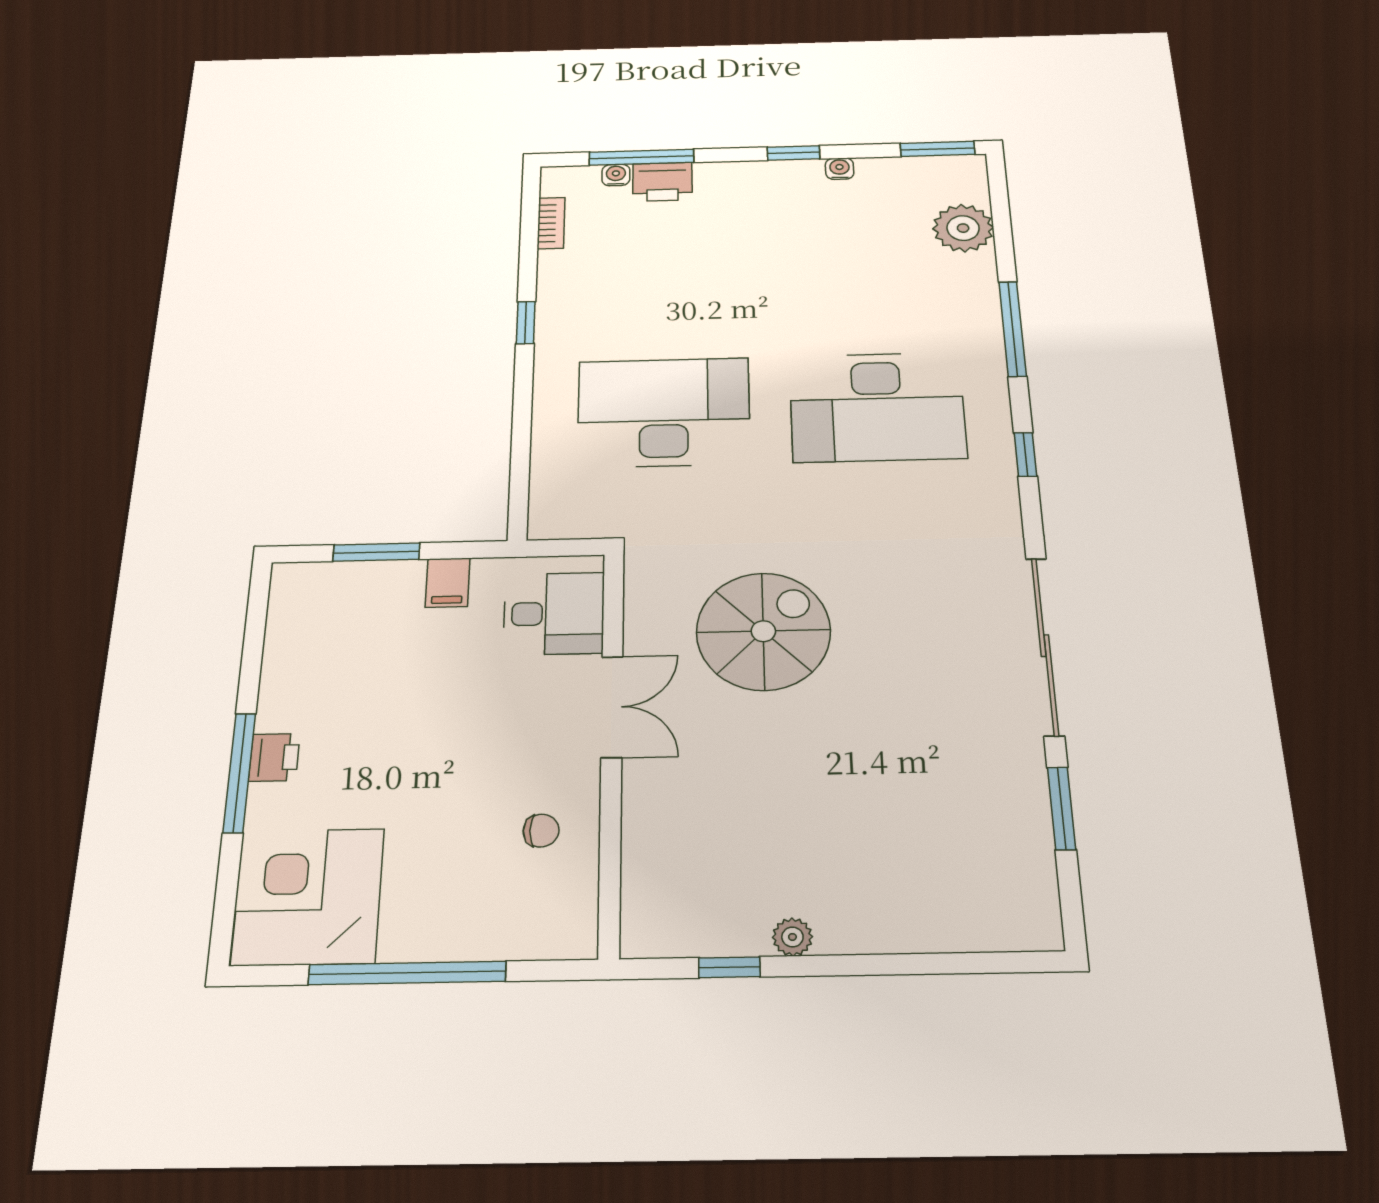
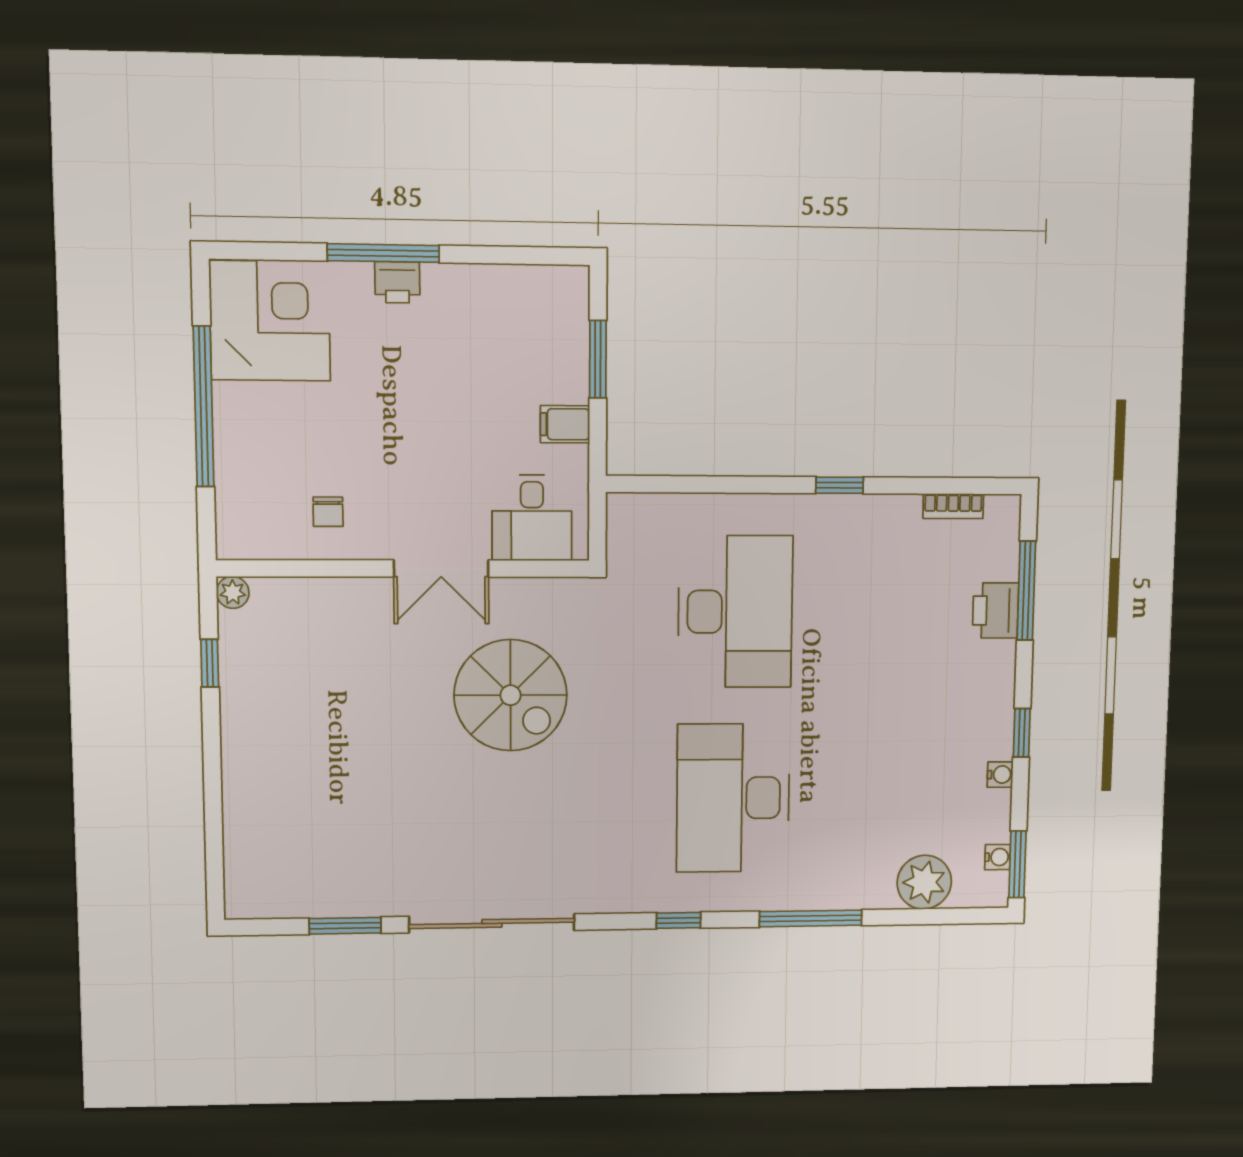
water cooler: (616, 175) -> (998, 857), moved
plant: (792, 937) -> (233, 592), moved

